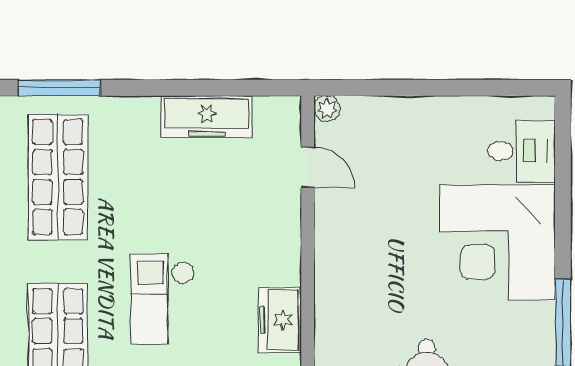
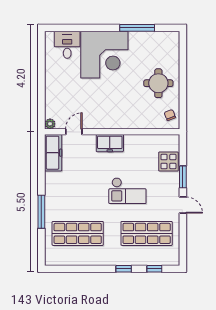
window: (59, 88) -> (41, 212), moved
freezer: (207, 117) -> (53, 153), moved
freezer: (280, 320) -> (110, 143), moved

